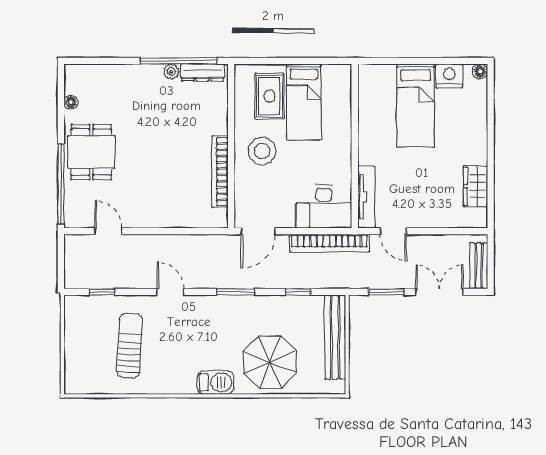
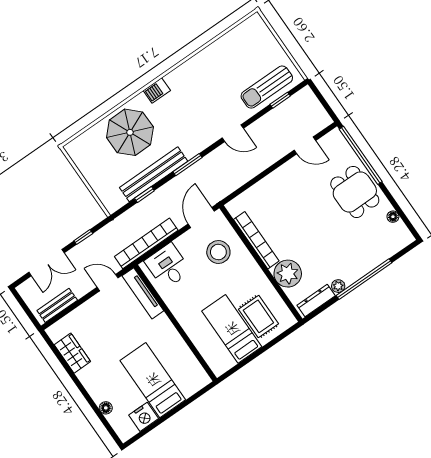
window: (179, 61) -> (364, 279), moved
floor lamp: (480, 71) -> (106, 408), moved
plant: (212, 118) -> (288, 274), added
stool: (262, 151) -> (218, 252), moved
desk: (324, 206) -> (168, 266), width x0.73
bench: (479, 266) -> (57, 305), moved, turned 90
window: (386, 292) -> (83, 237), width x0.67
bench: (335, 337) -> (154, 174), moved, turned 90
sun lounger: (129, 346) -> (267, 87), moved, turned 87
barbecue: (215, 382) -> (157, 90), width x0.73, depth x0.79

